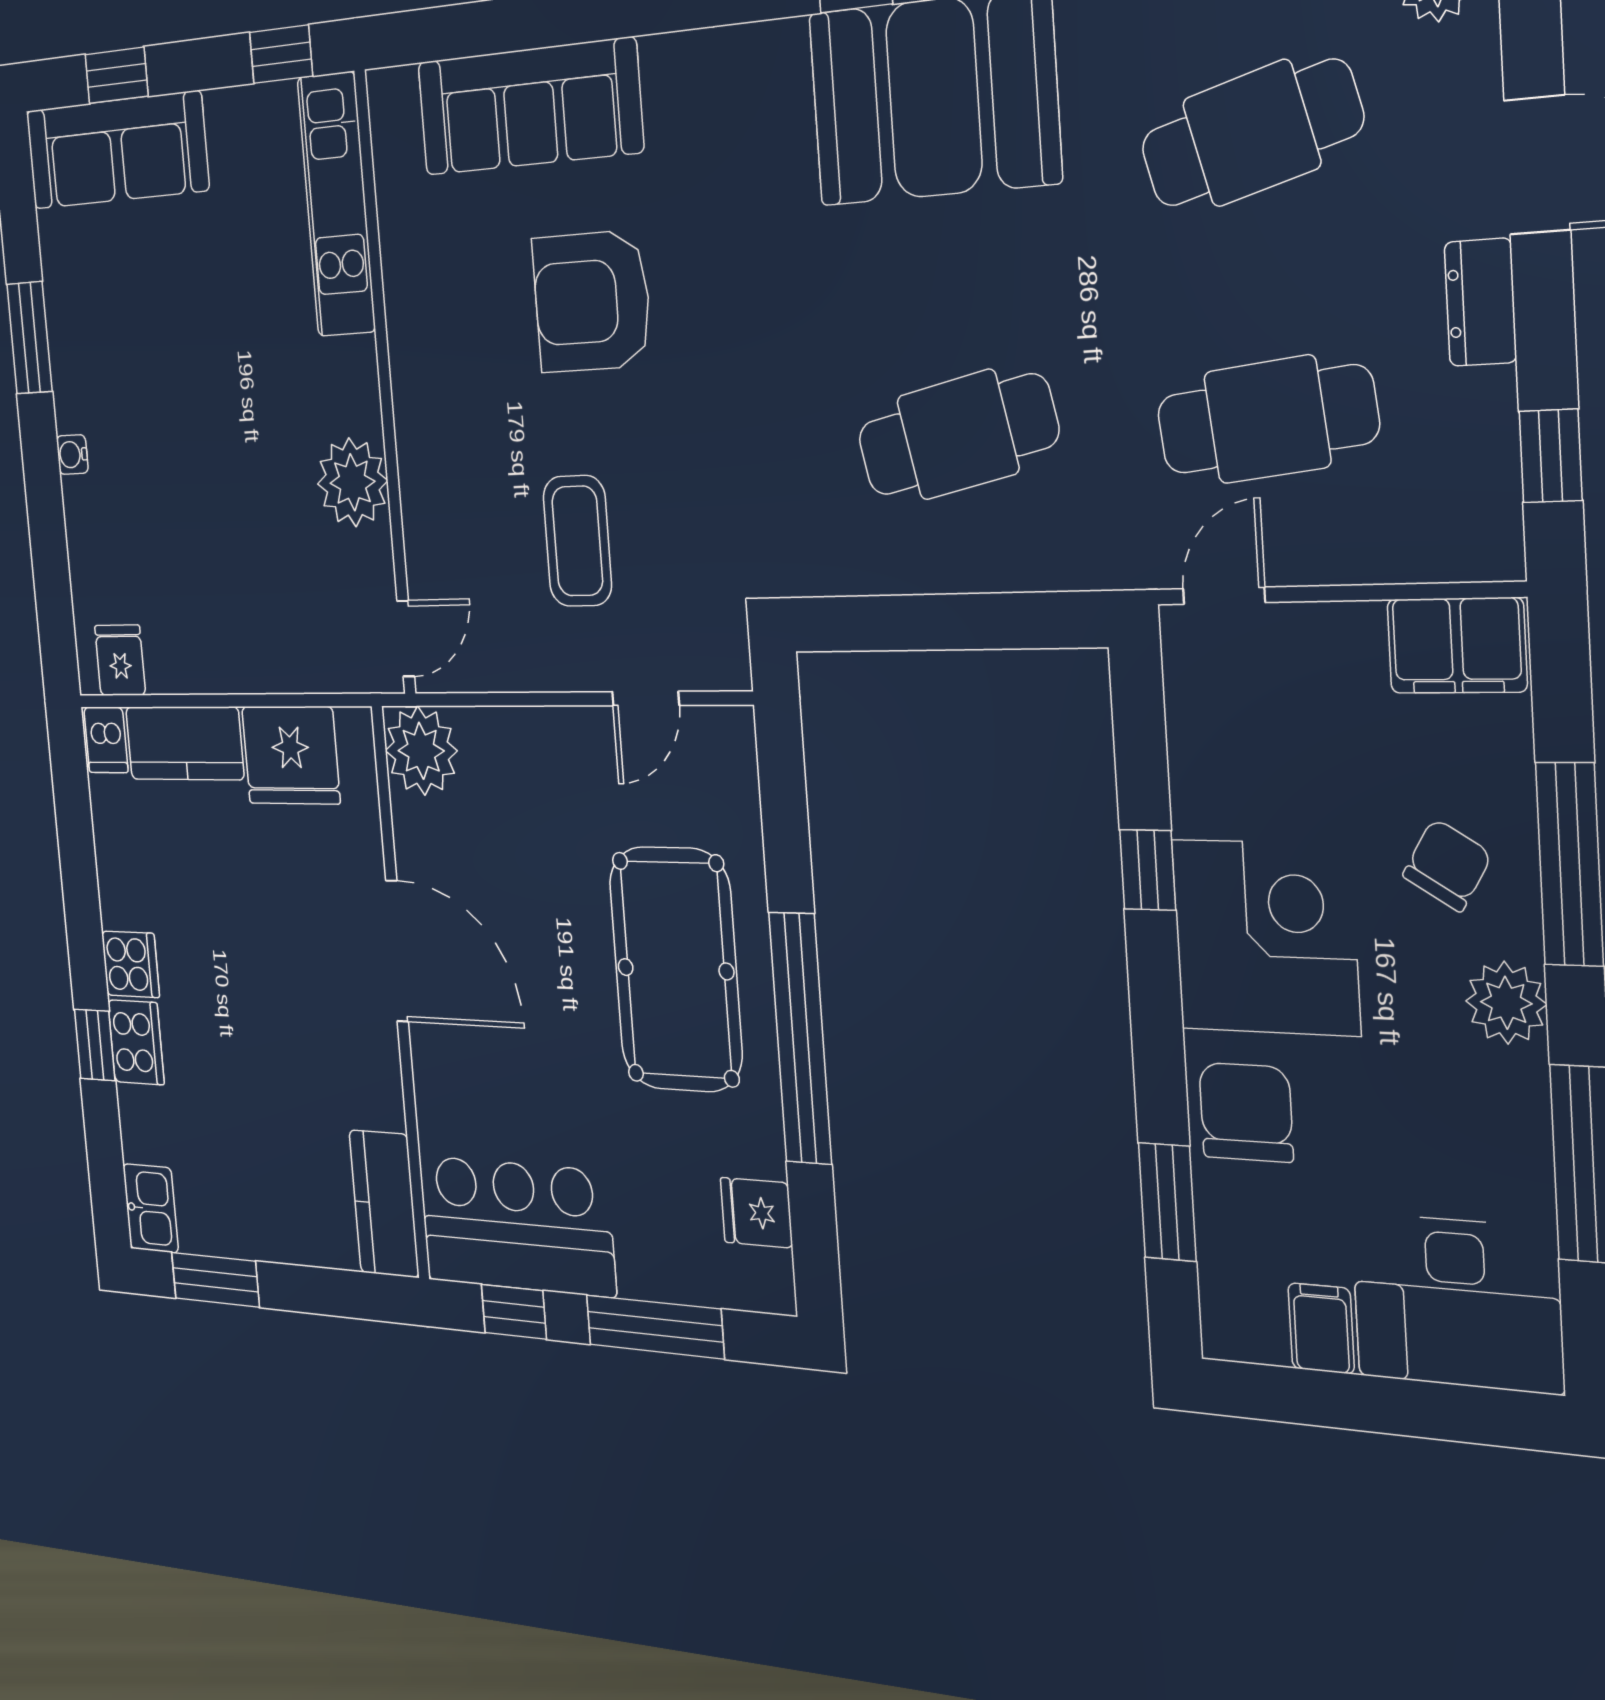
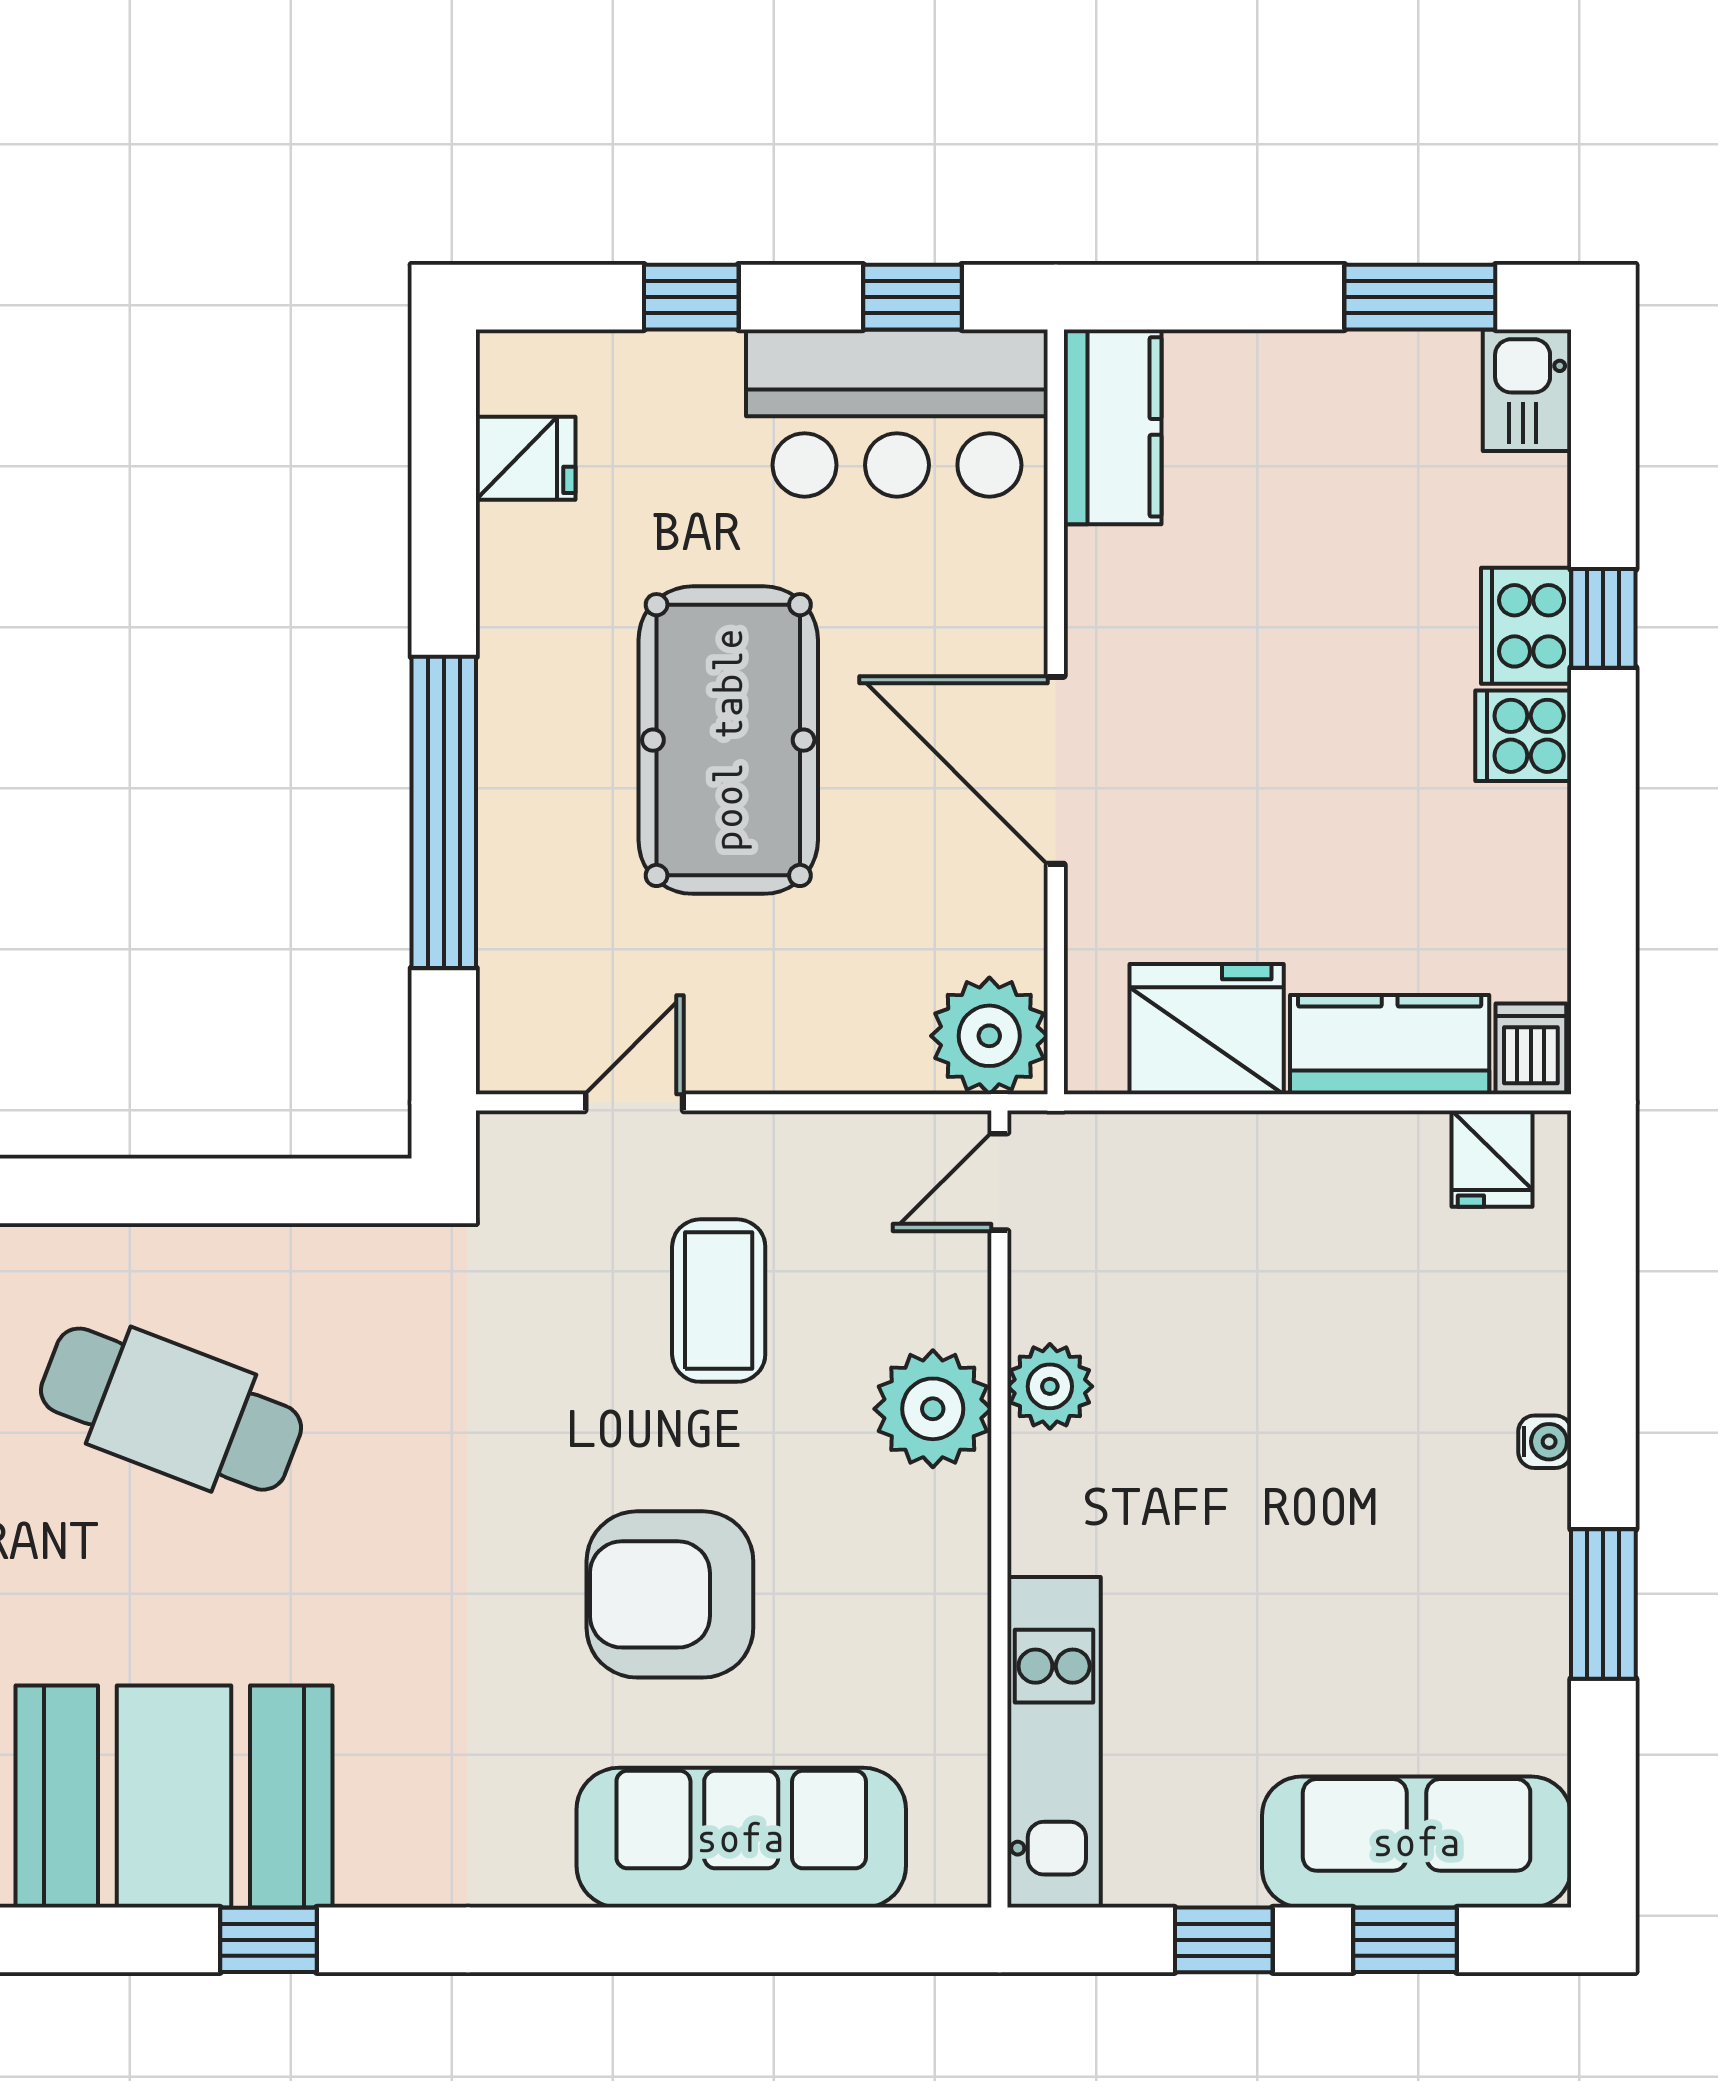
window: (281, 54) -> (1224, 1940), moved
armchair: (592, 302) -> (670, 1594), turned 180
cafe table: (958, 435) -> (171, 1409), turned 33
plant: (433, 461) -> (933, 1409), added
plant: (352, 482) -> (1050, 1386), width x0.73, depth x0.73
pool table: (676, 969) -> (728, 740), moved
window: (800, 1038) -> (444, 812), moved
window: (655, 1327) -> (691, 297), width x0.46

